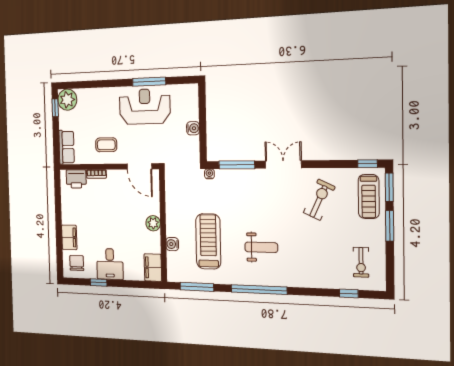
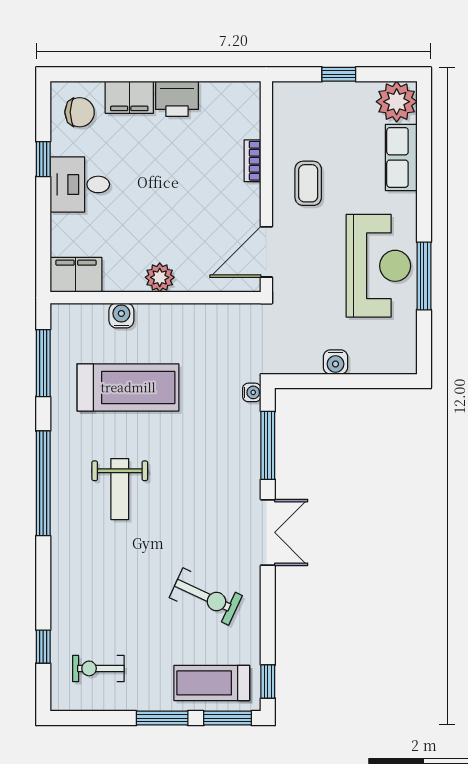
window: (55, 108) -> (339, 74), moved
row of seats: (67, 147) -> (401, 157), moved, turned 90
printer: (76, 179) -> (177, 99), moved, turned -90

